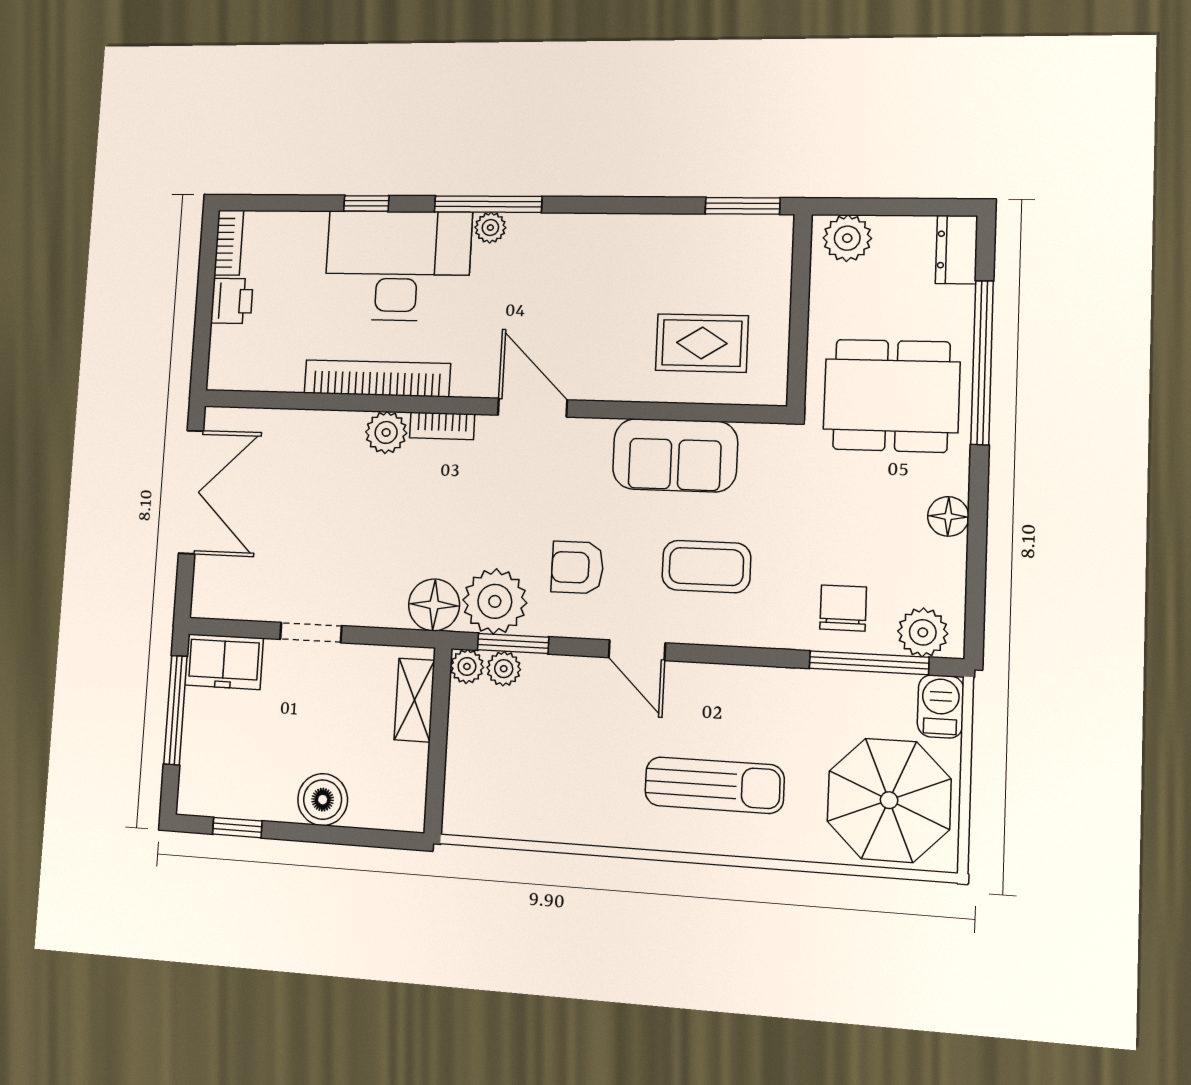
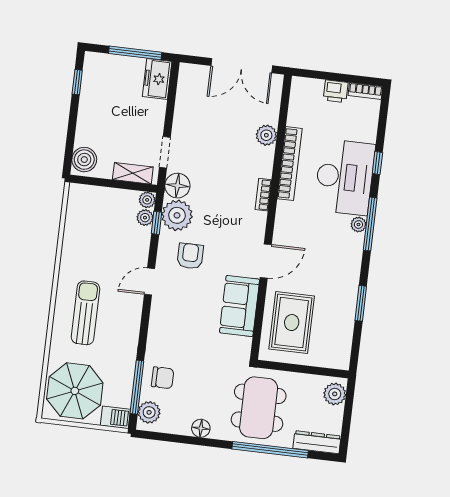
window: (743, 206) -> (361, 303), moved
dresser: (957, 250) -> (317, 442), width x1.44
rug: (702, 343) -> (292, 323), width x1.36, depth x1.43
door: (532, 408) -> (266, 261), moved
plant: (386, 432) -> (266, 135), moved
coffee table: (706, 567) -> (186, 317), removed
doorway: (311, 633) -> (165, 152), moved
window: (513, 644) -> (157, 223), width x0.67
sun lounger: (714, 785) -> (86, 313), turned 180
boiler: (323, 800) -> (84, 160), moved

